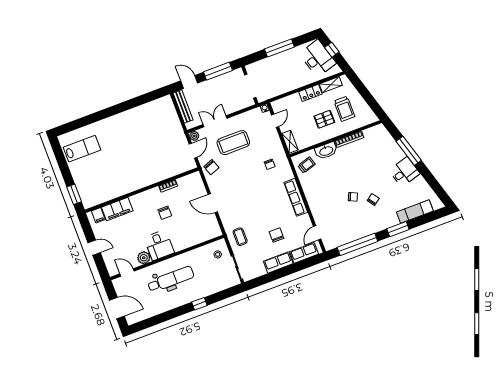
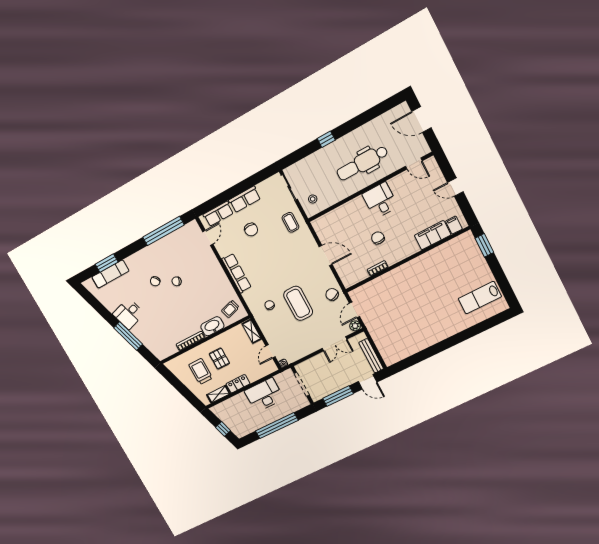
window: (279, 48) -> (277, 426), width x1.46
desk: (318, 58) -> (264, 395), moved, turned 107
pallet: (324, 119) -> (219, 359), turned 90
coffee table: (233, 143) -> (298, 303), moved, turned 90
window: (398, 229) -> (107, 263), moved
plant: (144, 258) -> (396, 183), removed

